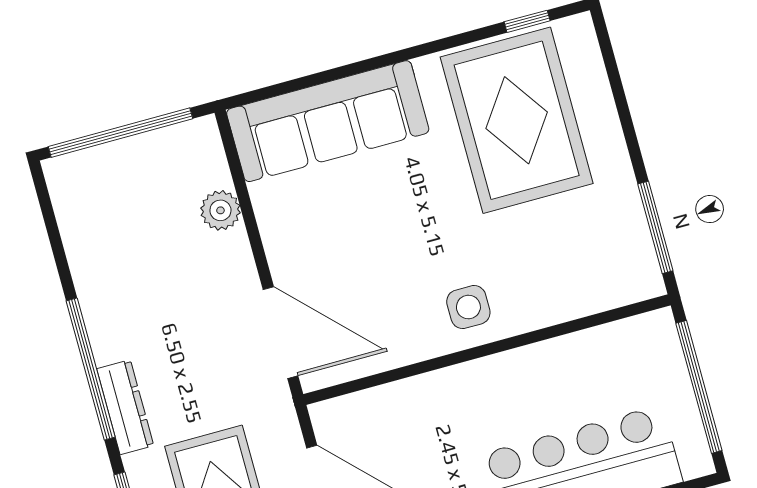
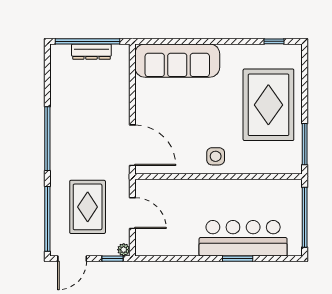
rug: (517, 120) -> (268, 105), moved
plant: (220, 210) -> (121, 86), removed
dresser: (125, 407) -> (91, 52), moved, turned 90

